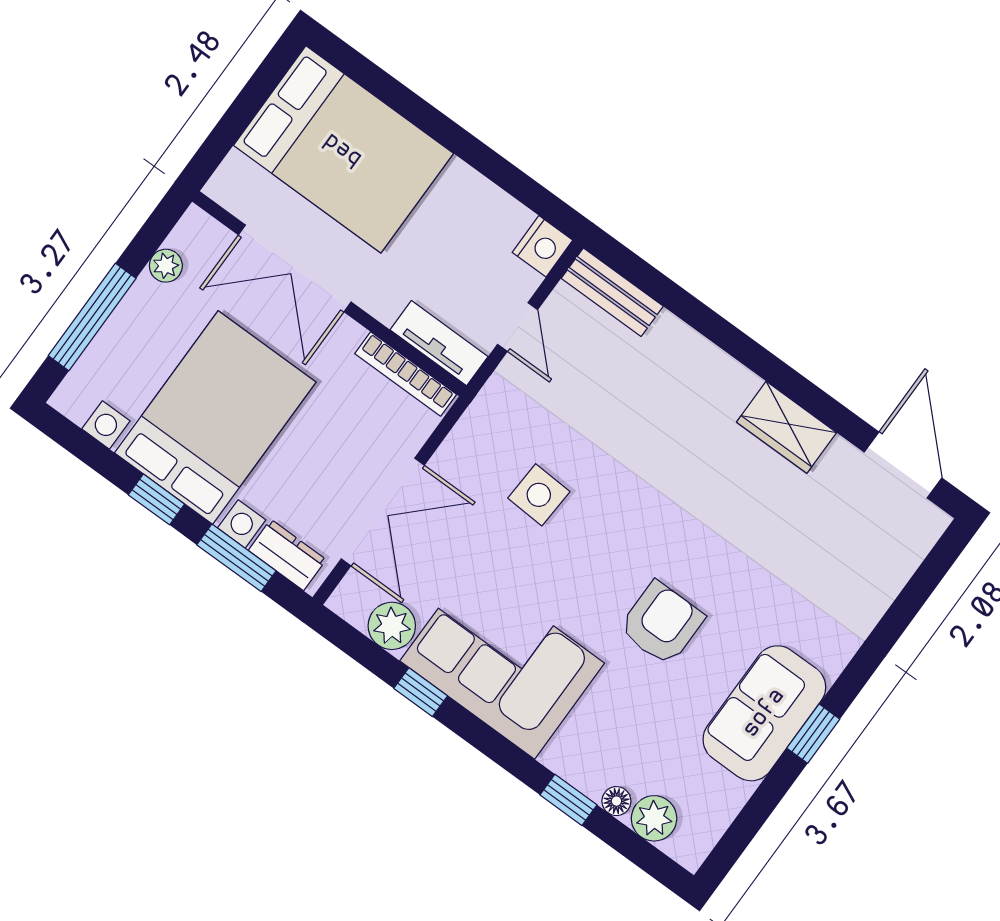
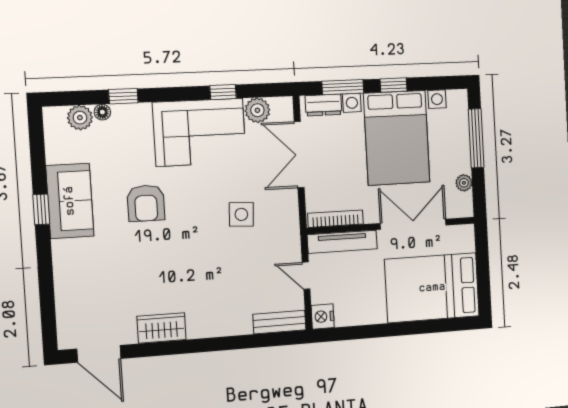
tv unit: (439, 343) -> (342, 242), width x1.41

